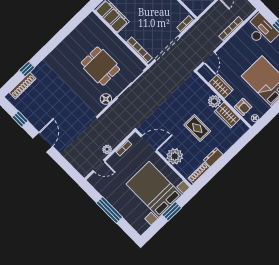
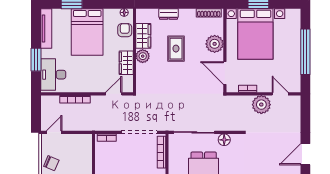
plant: (107, 149) -> (261, 105), width x1.88, depth x1.88
dresser: (213, 157) -> (168, 14), moved
window: (109, 210) -> (305, 52), width x1.46

